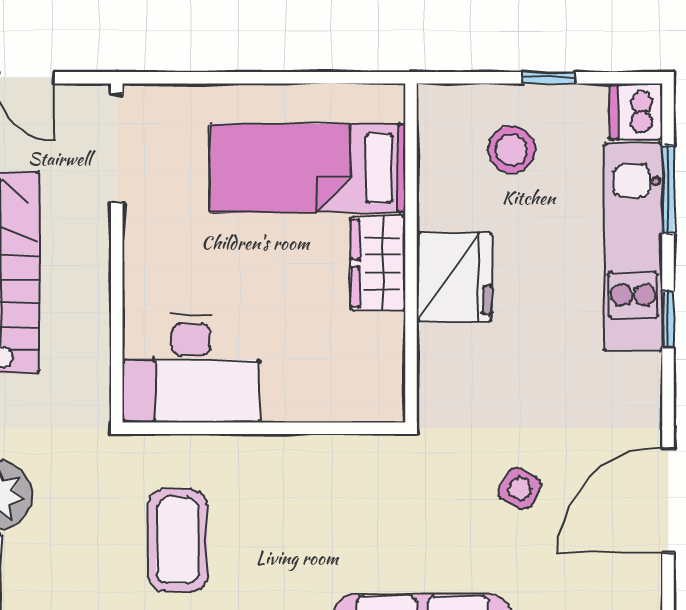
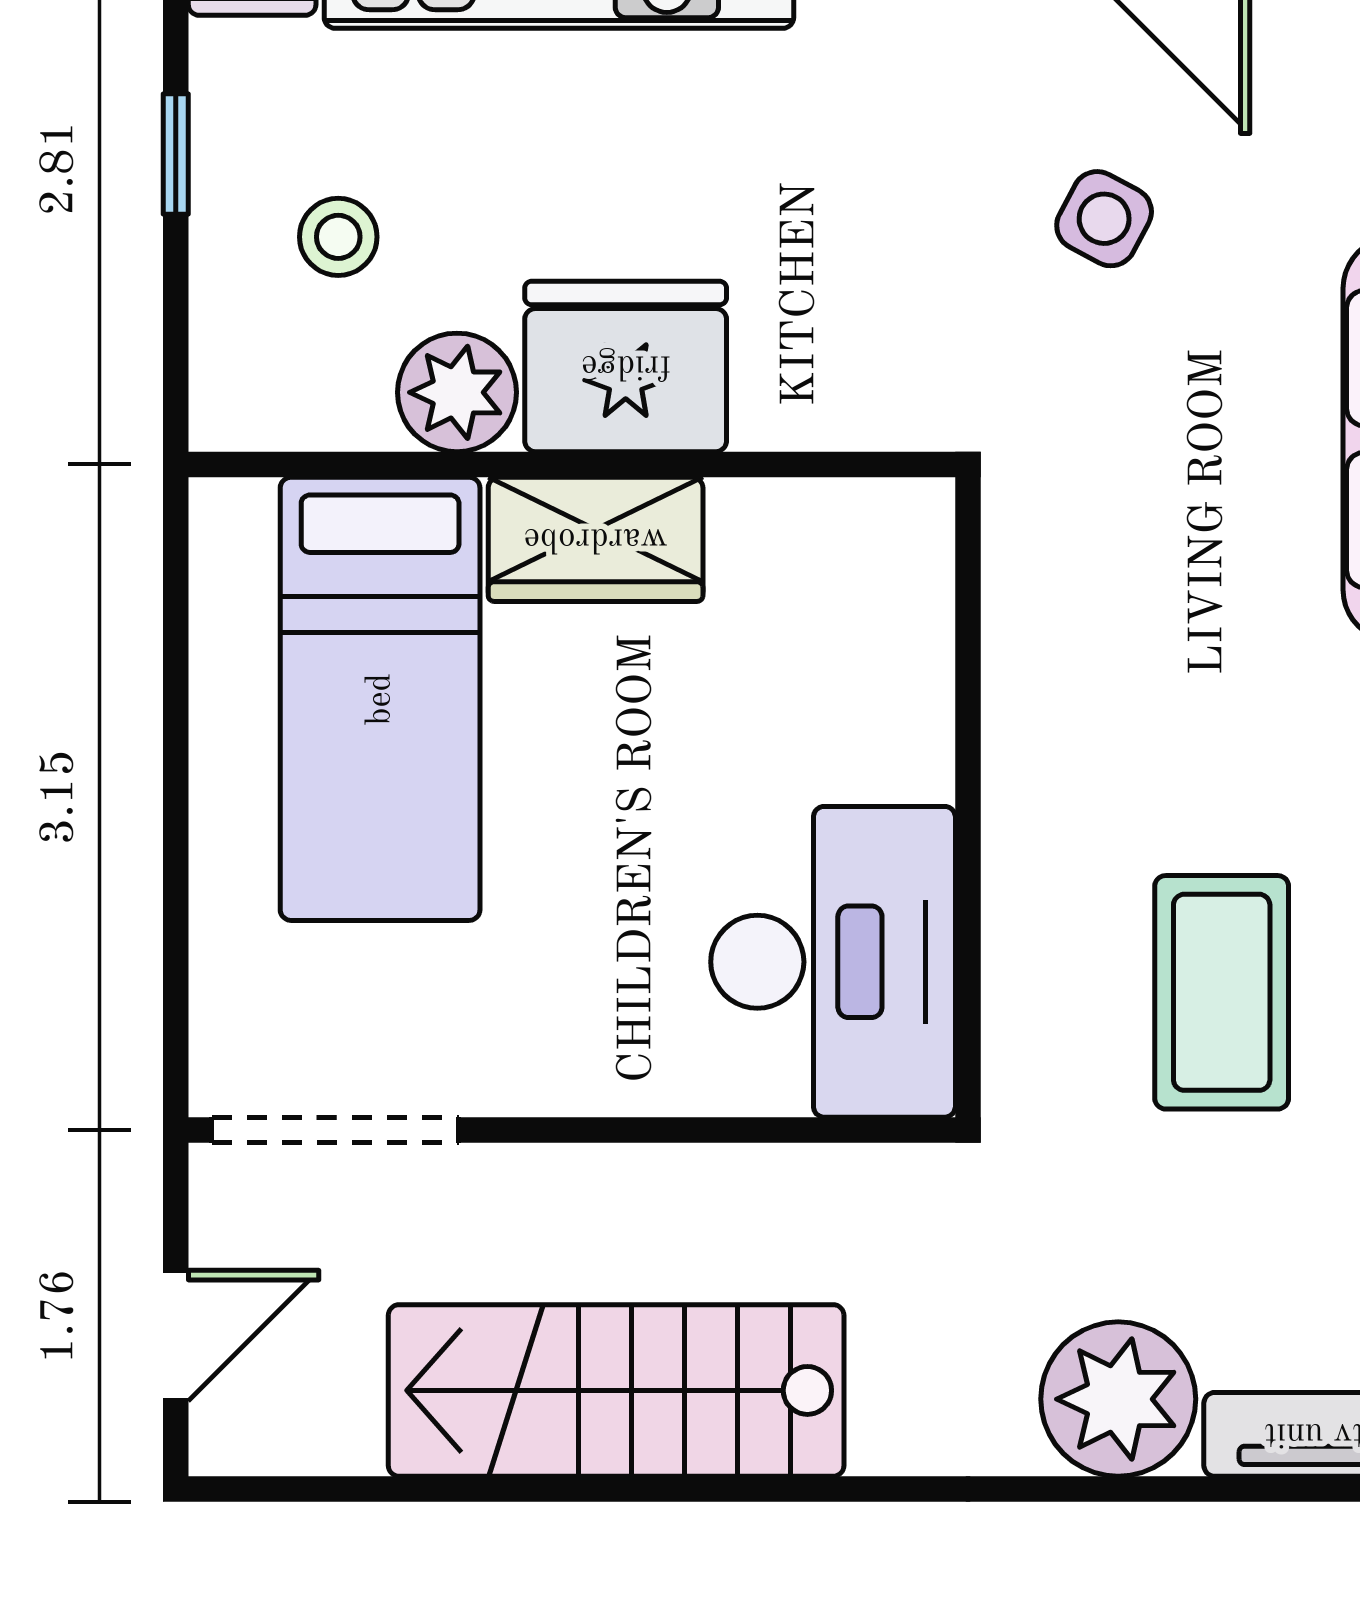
stool: (512, 150) -> (338, 237), width x0.73, depth x0.73
plant: (443, 202) -> (457, 392), added
coffee table: (178, 540) -> (1222, 992), turned 90

